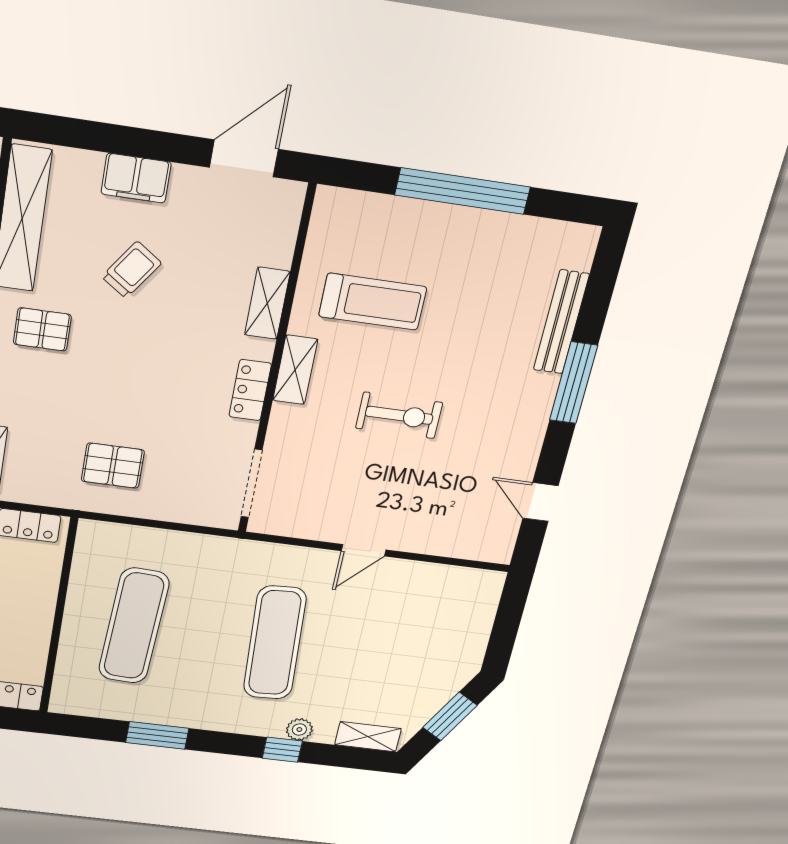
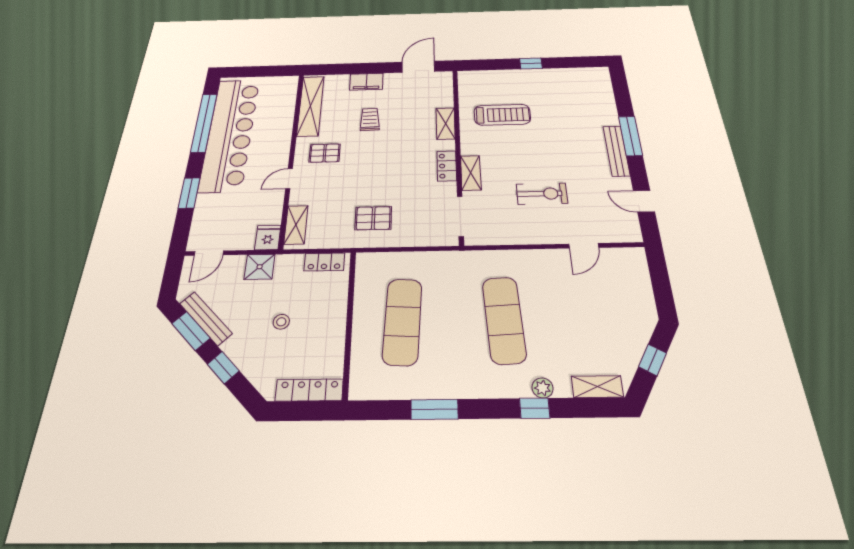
window: (463, 191) -> (531, 63), width x0.32
trolley: (131, 270) -> (370, 119), turned -37
bench: (561, 322) -> (616, 151), moved
shelving: (295, 370) -> (471, 173), moved
exercise bike: (399, 415) -> (542, 194), moved
door: (364, 550) -> (584, 246), moved
window: (450, 716) -> (653, 360), width x0.67

